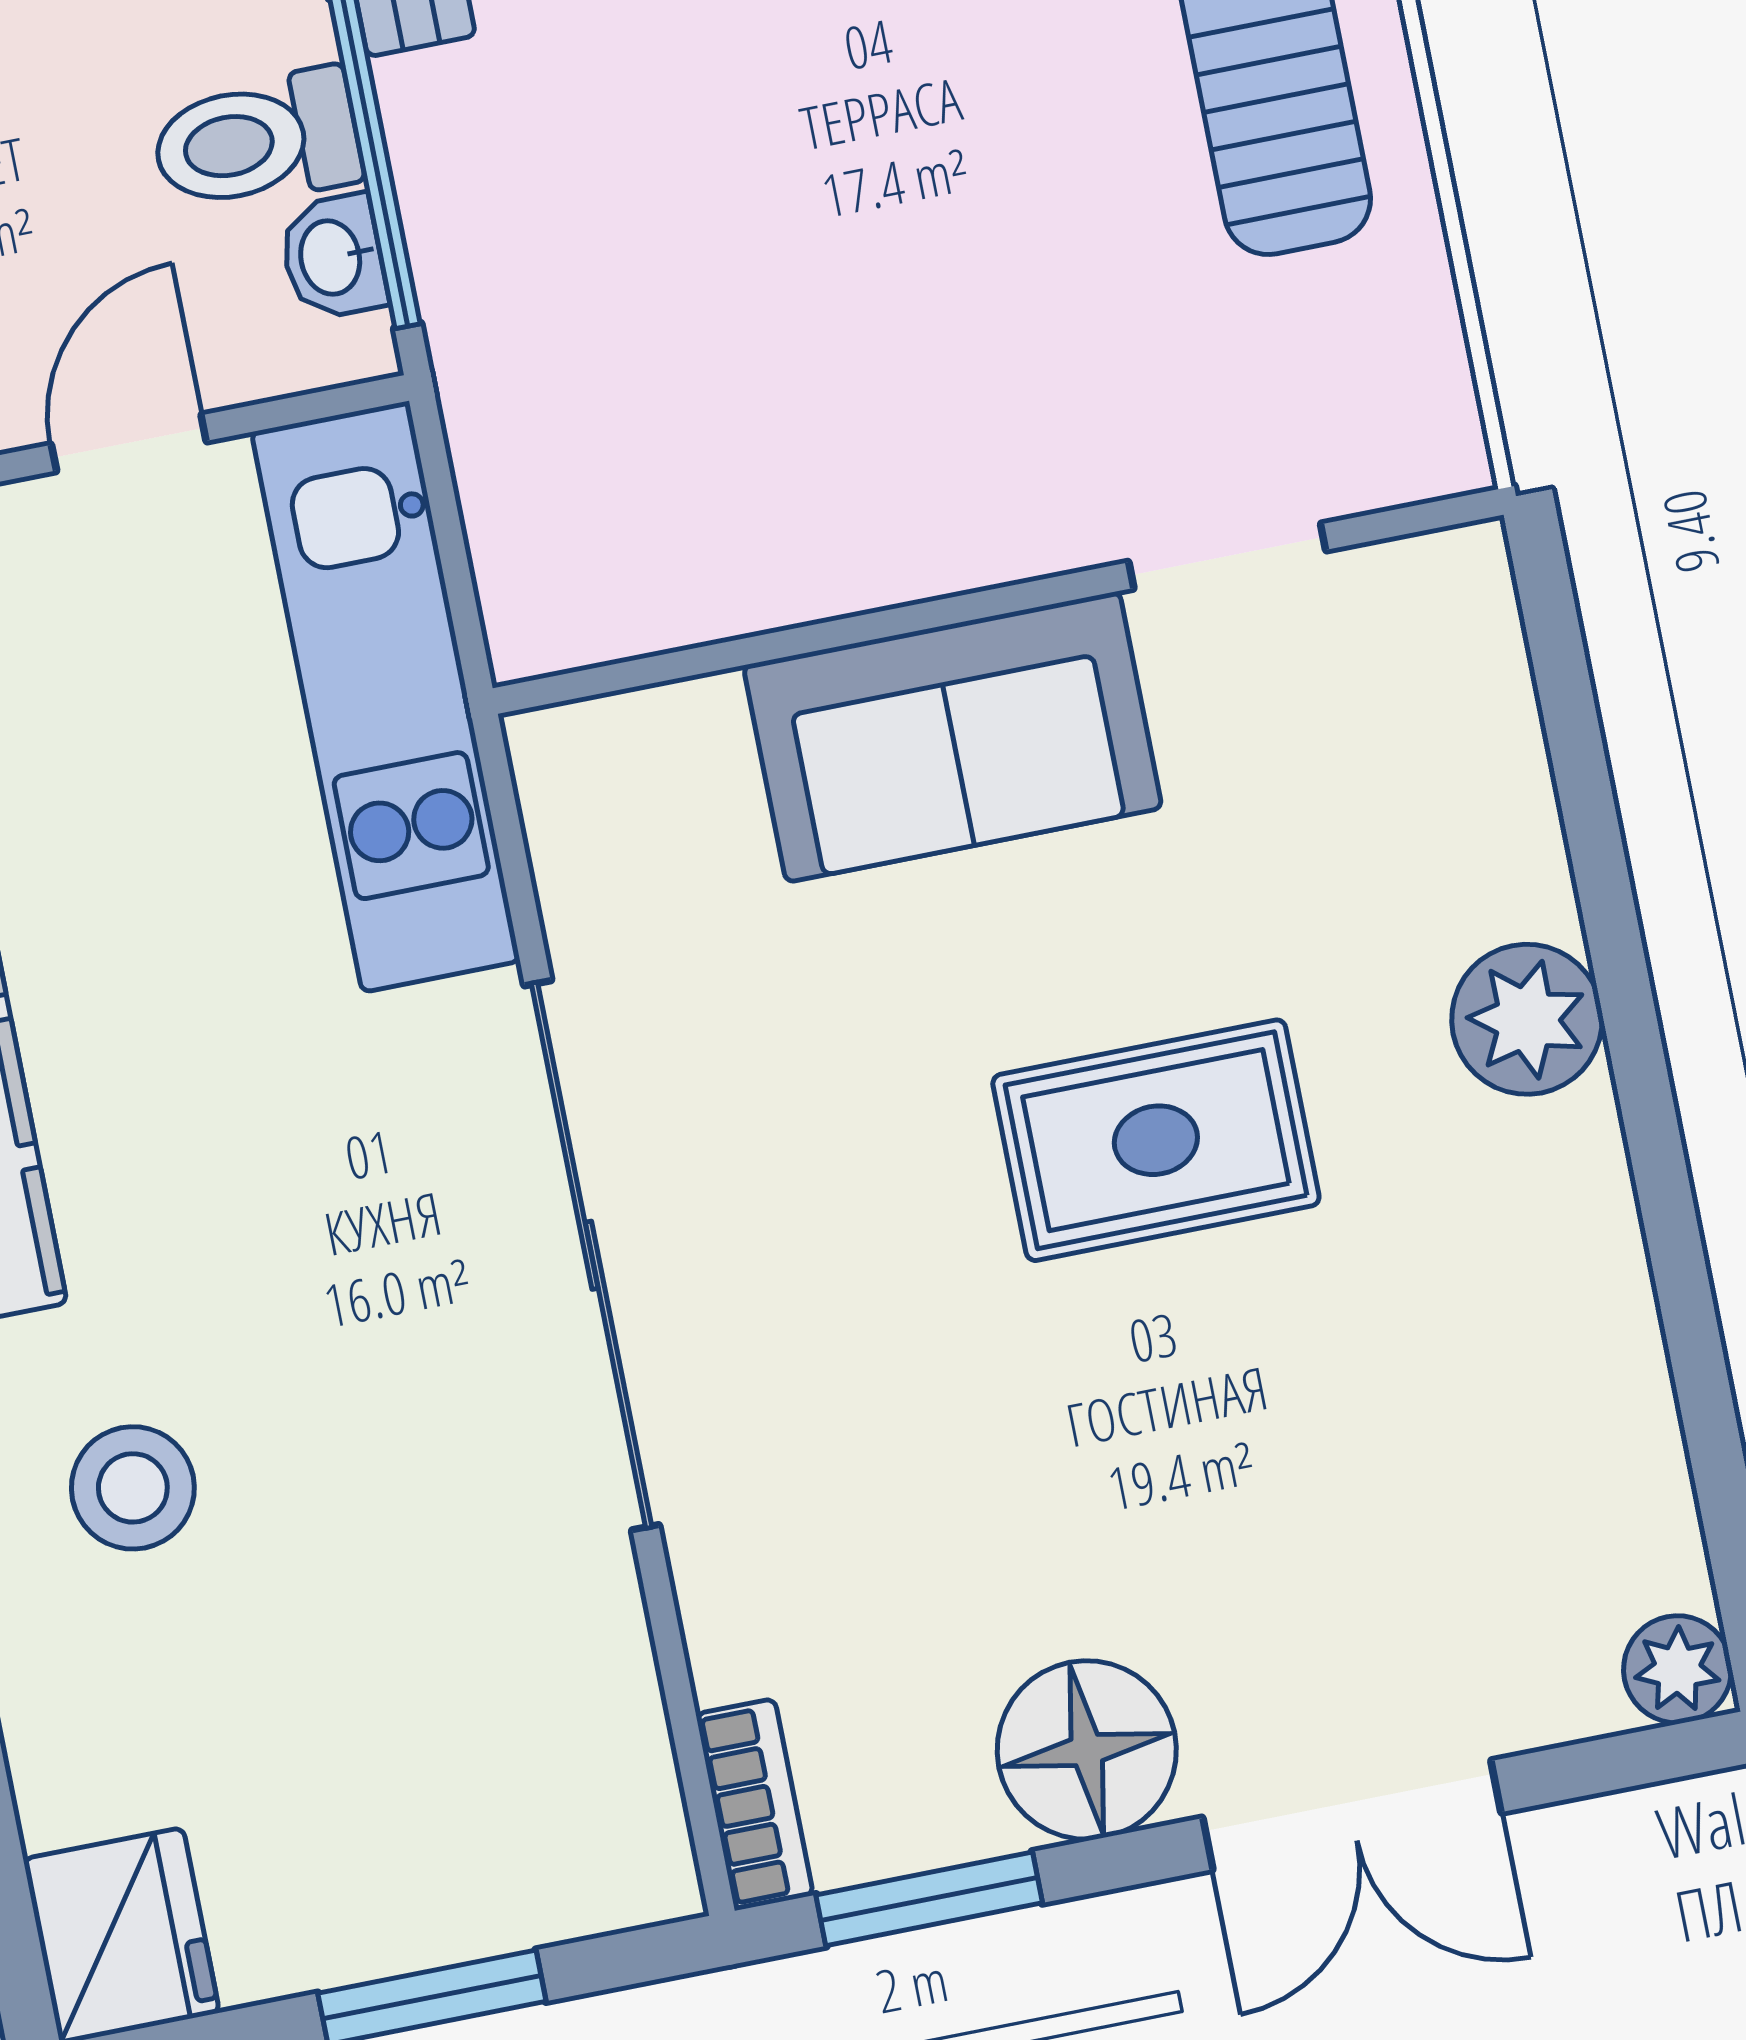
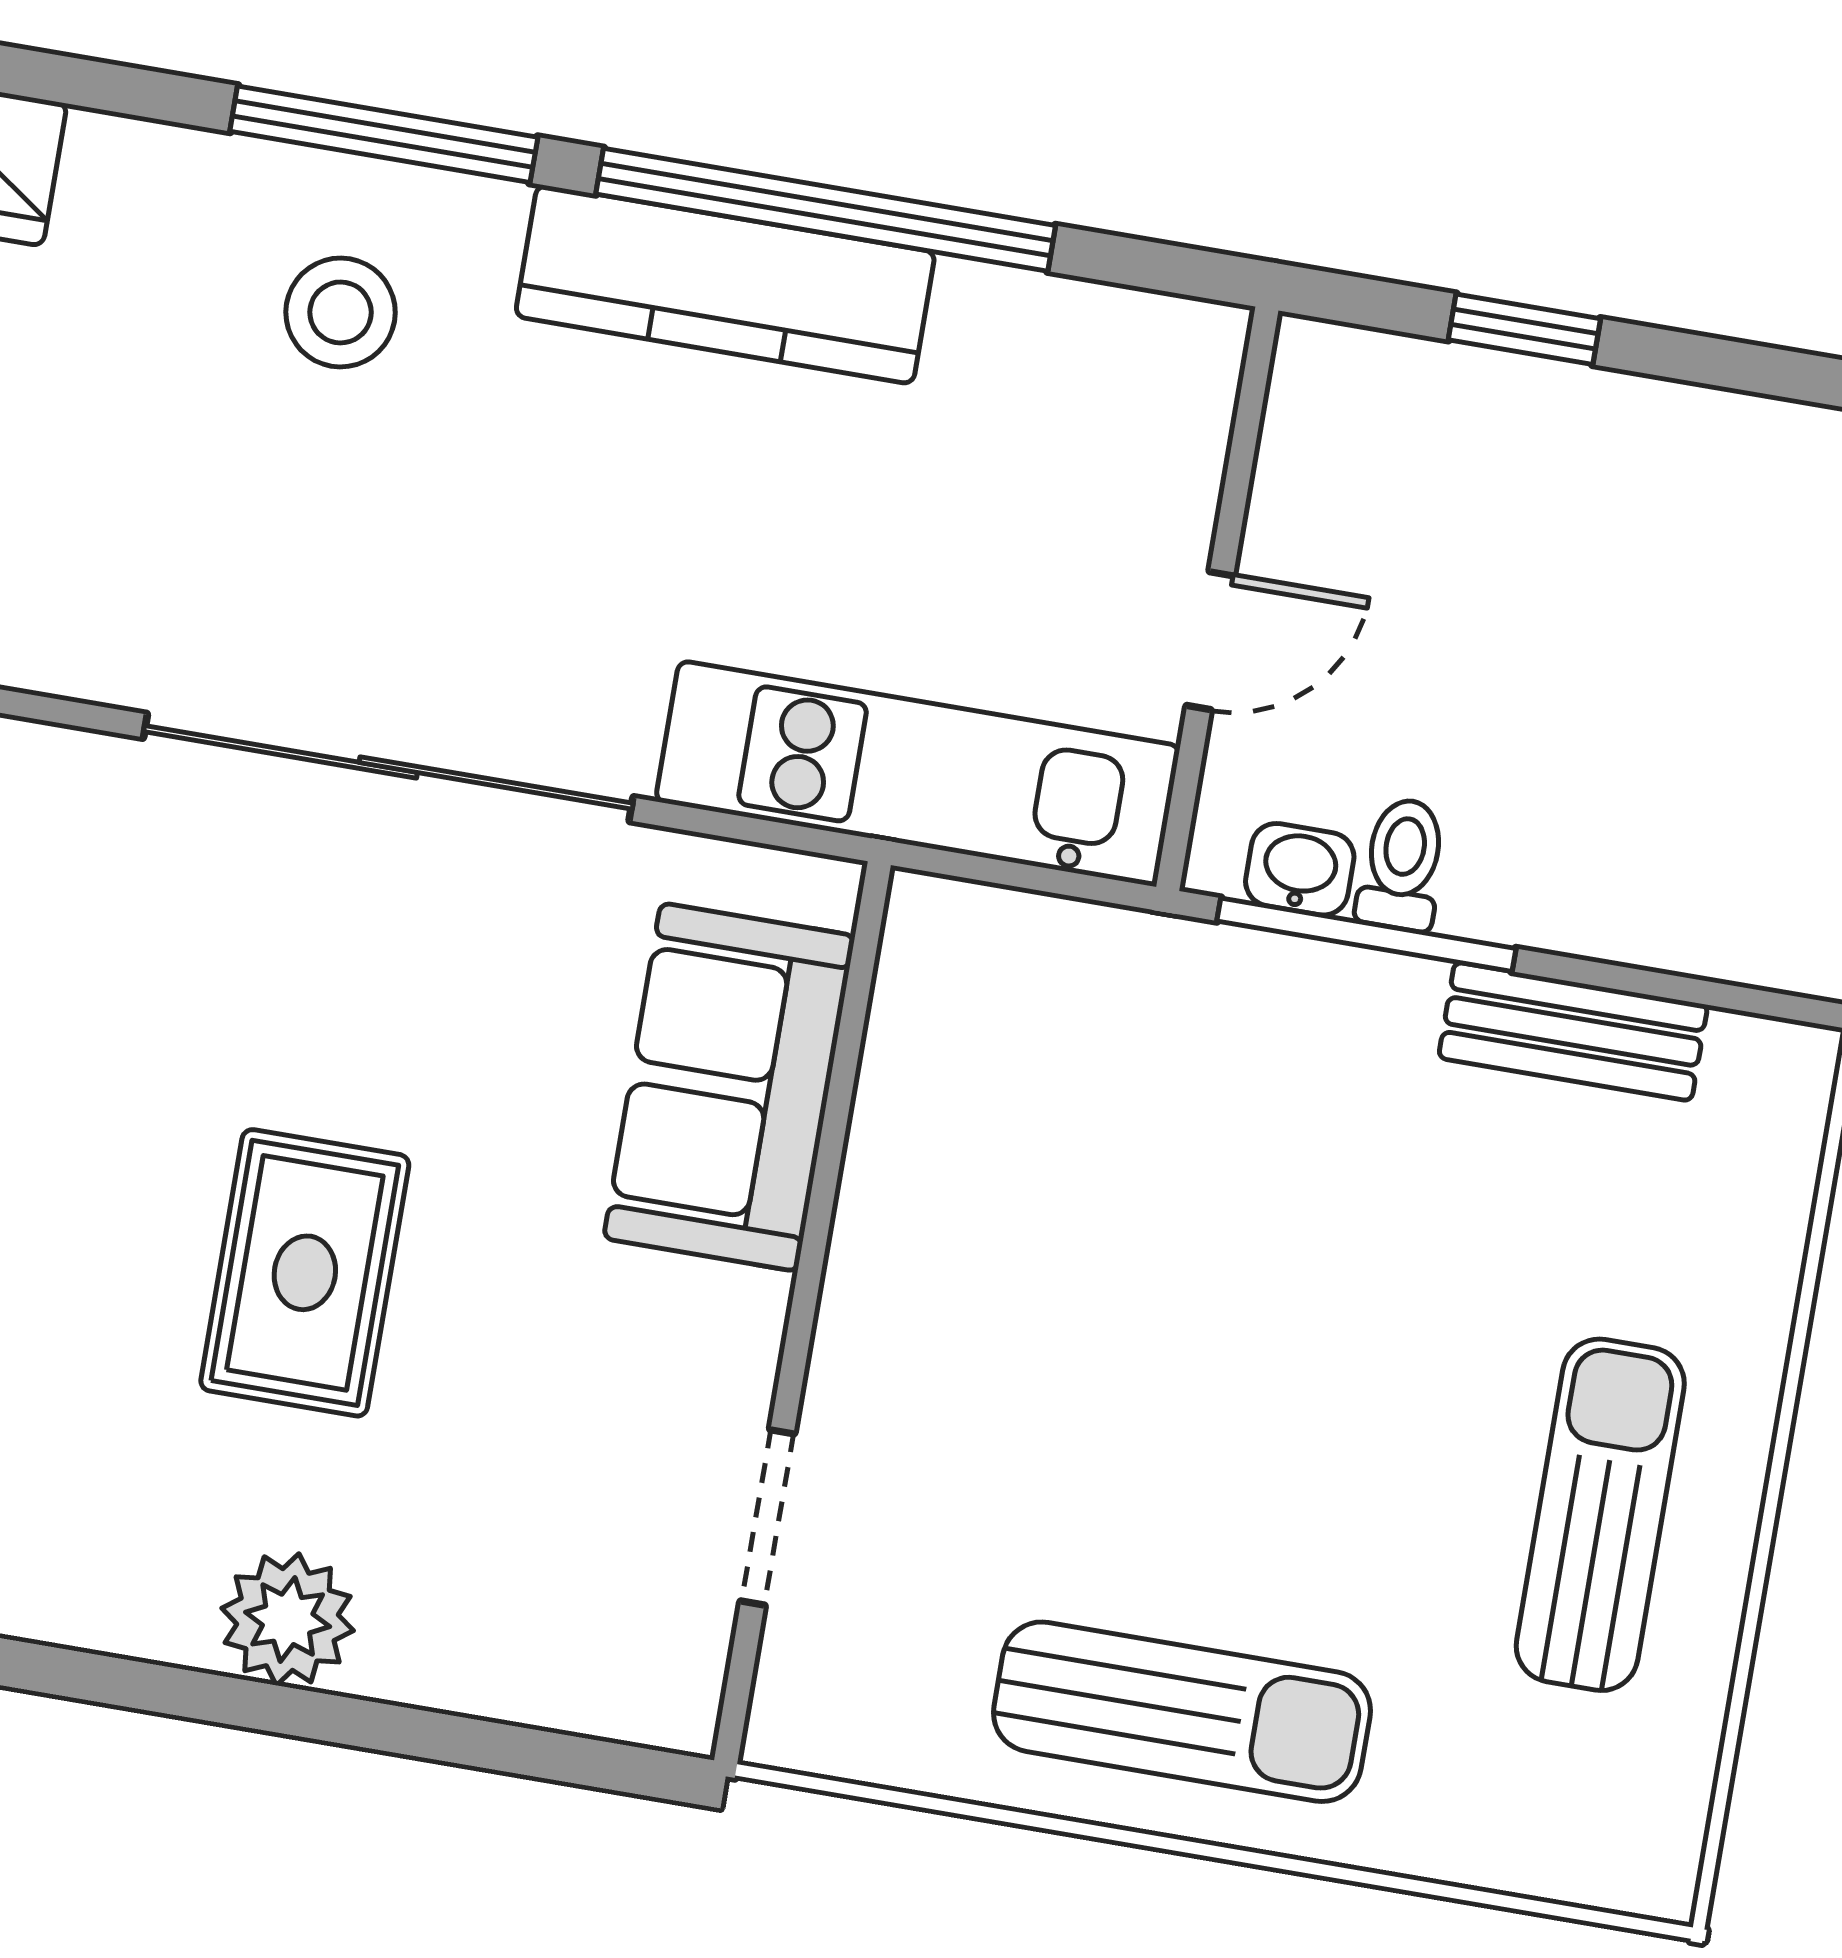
toilet: (256, 141) -> (1402, 864), width x0.73, depth x0.72
door: (129, 443) -> (1210, 641), hinge flipped
sofa: (953, 737) -> (729, 1087), moved

